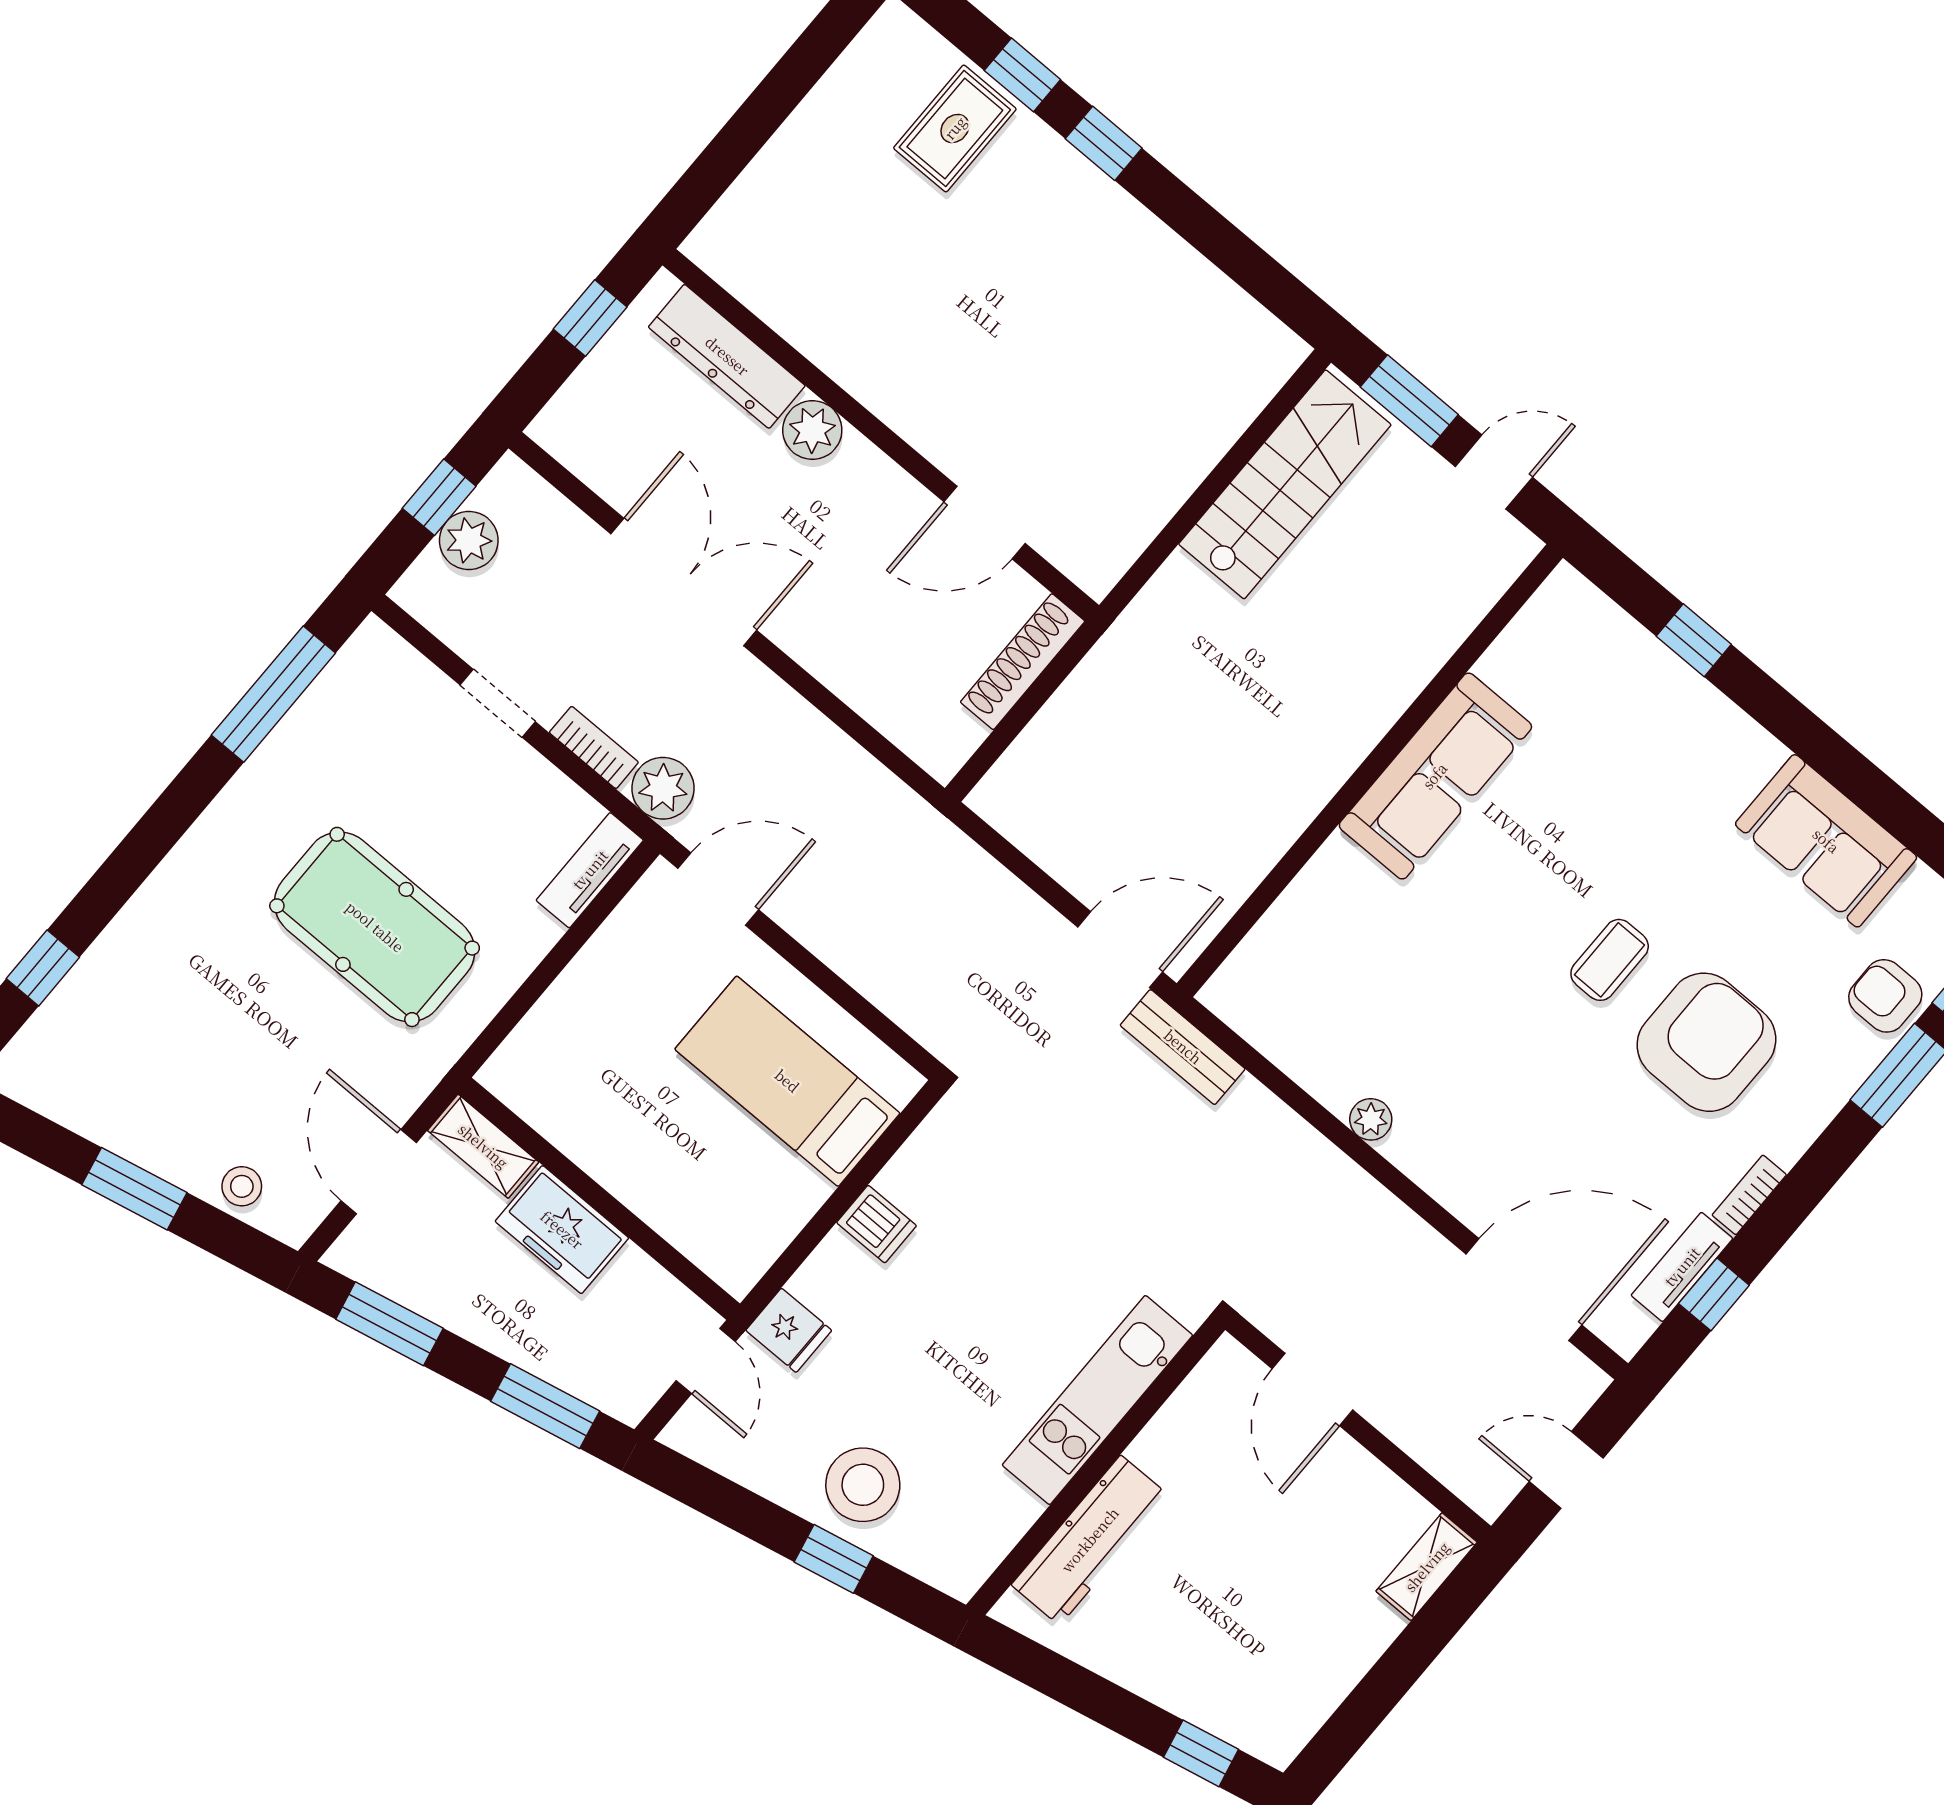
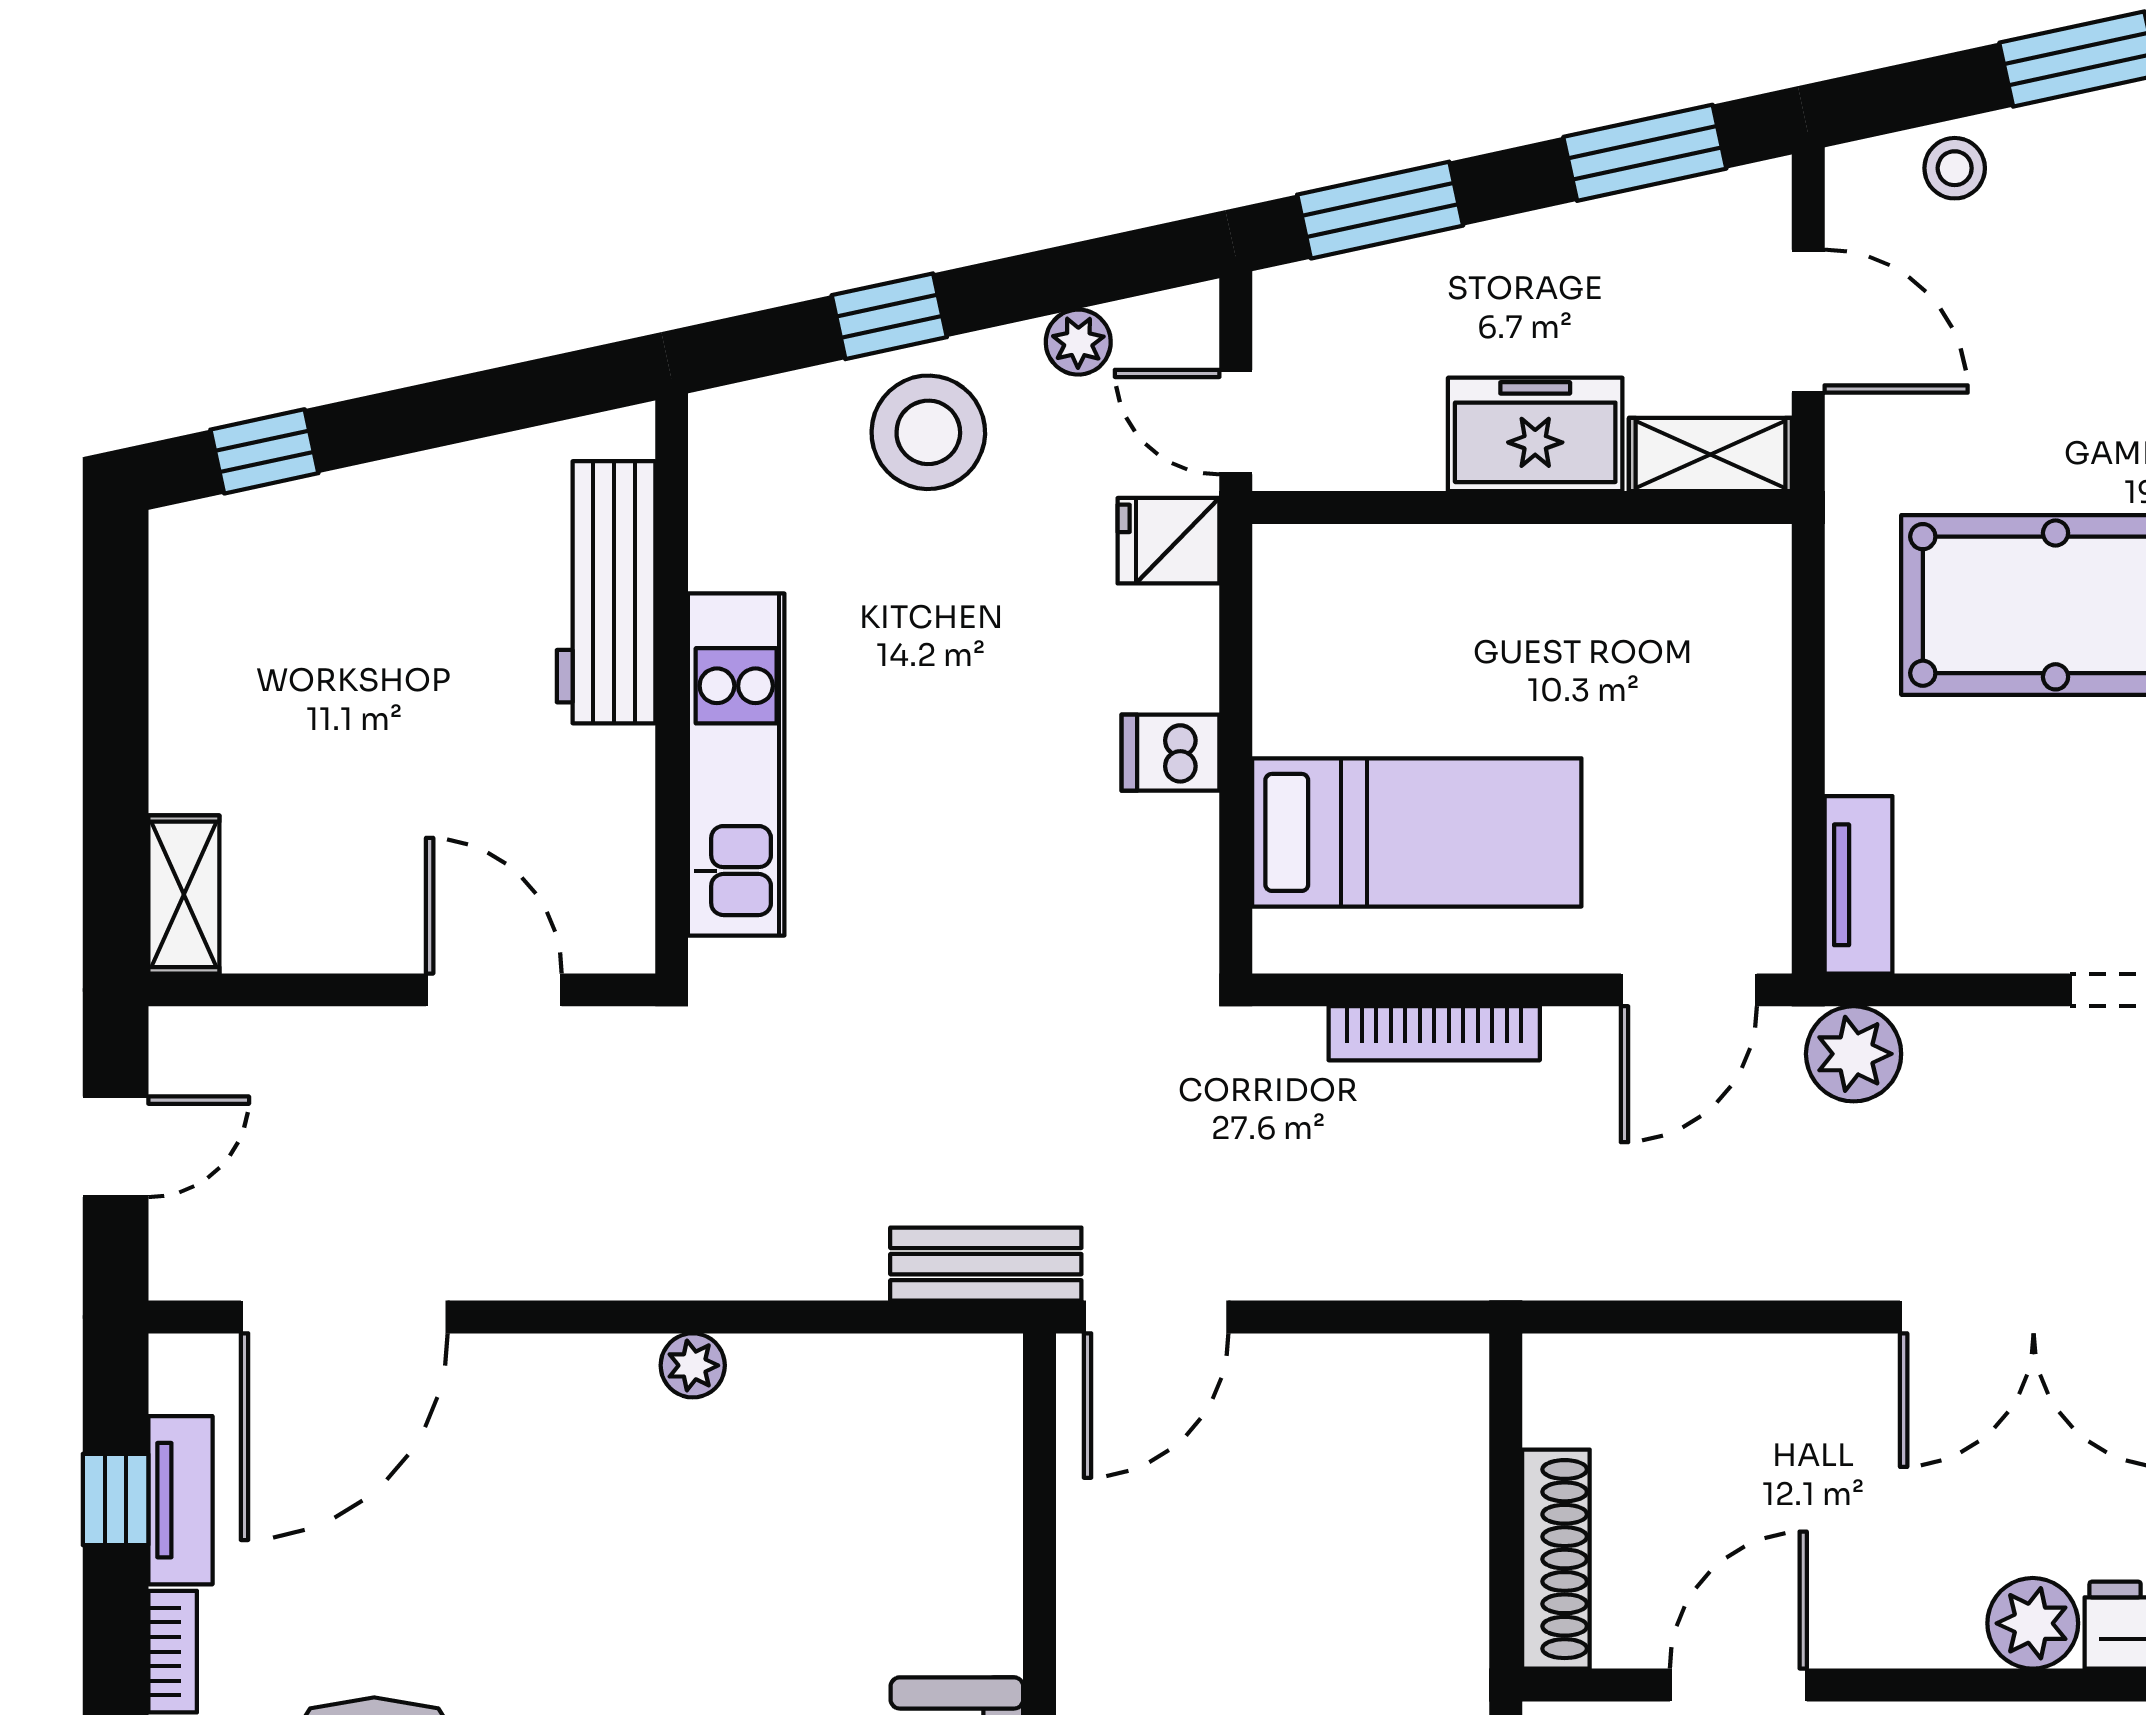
bookcase: (594, 747) -> (1434, 1033), moved, width x1.56
plant: (750, 1467) -> (1078, 342), added

